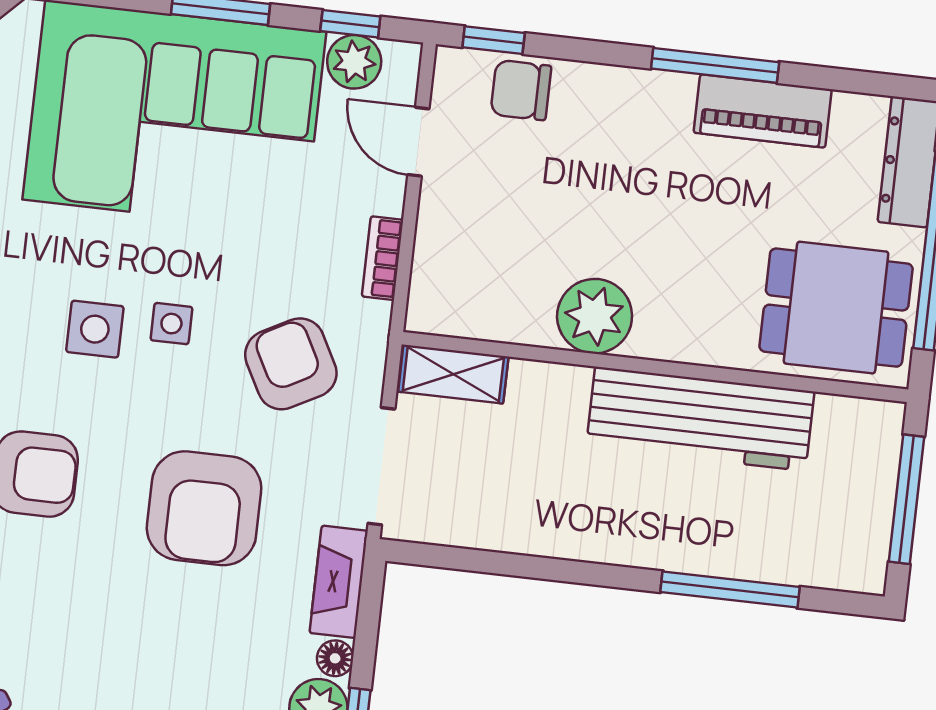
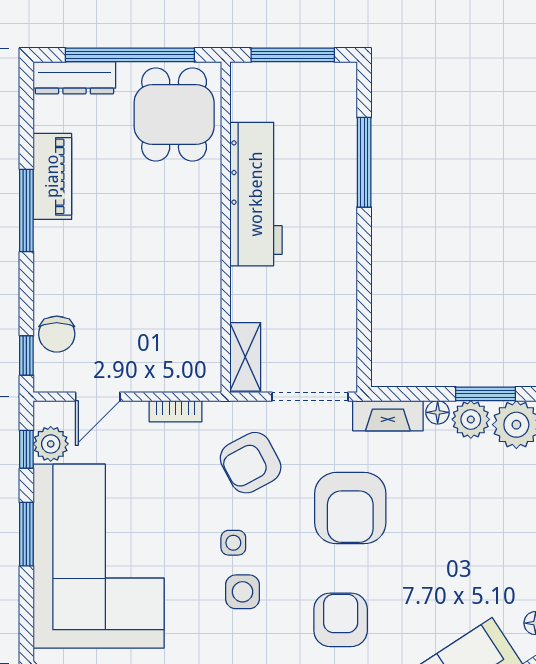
plant: (595, 316) -> (197, 270), removed
armchair: (204, 508) -> (350, 508), turned 90

